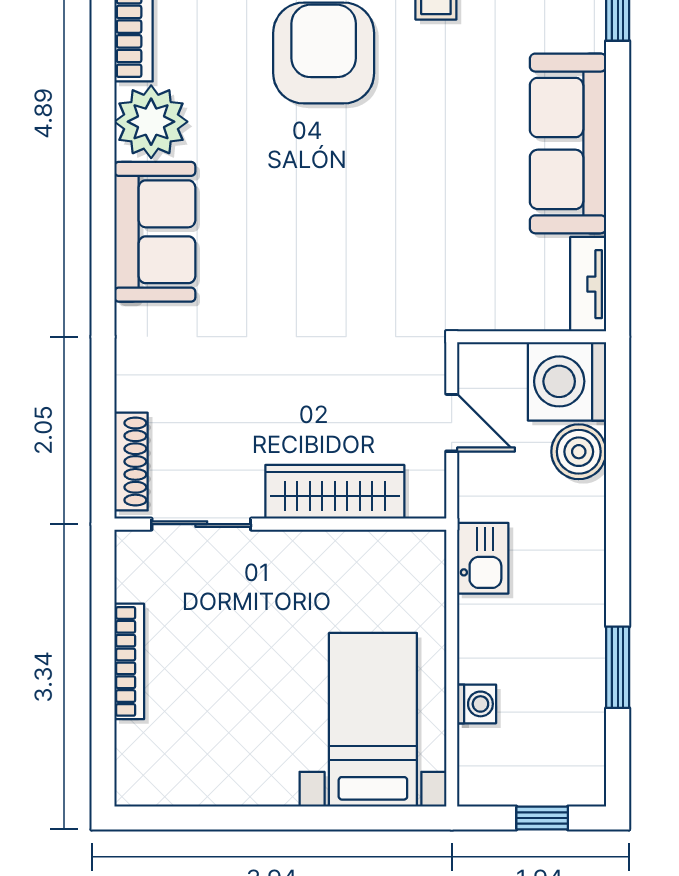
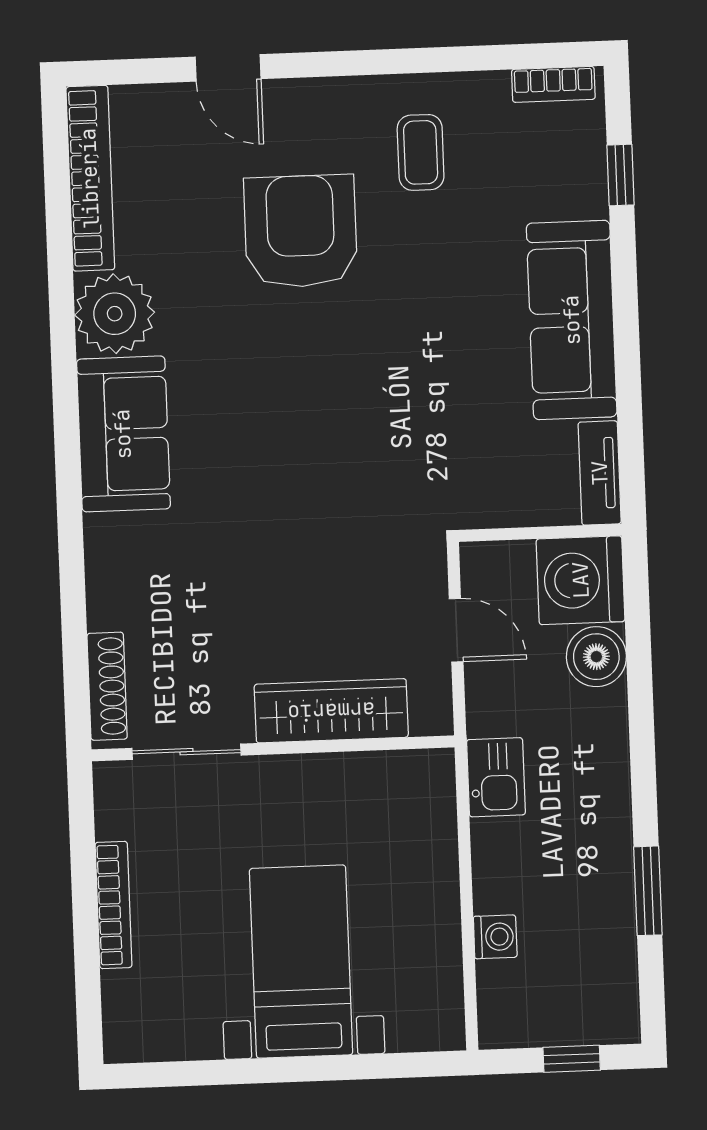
bed with nightstands: (373, 720) -> (301, 962), moved

